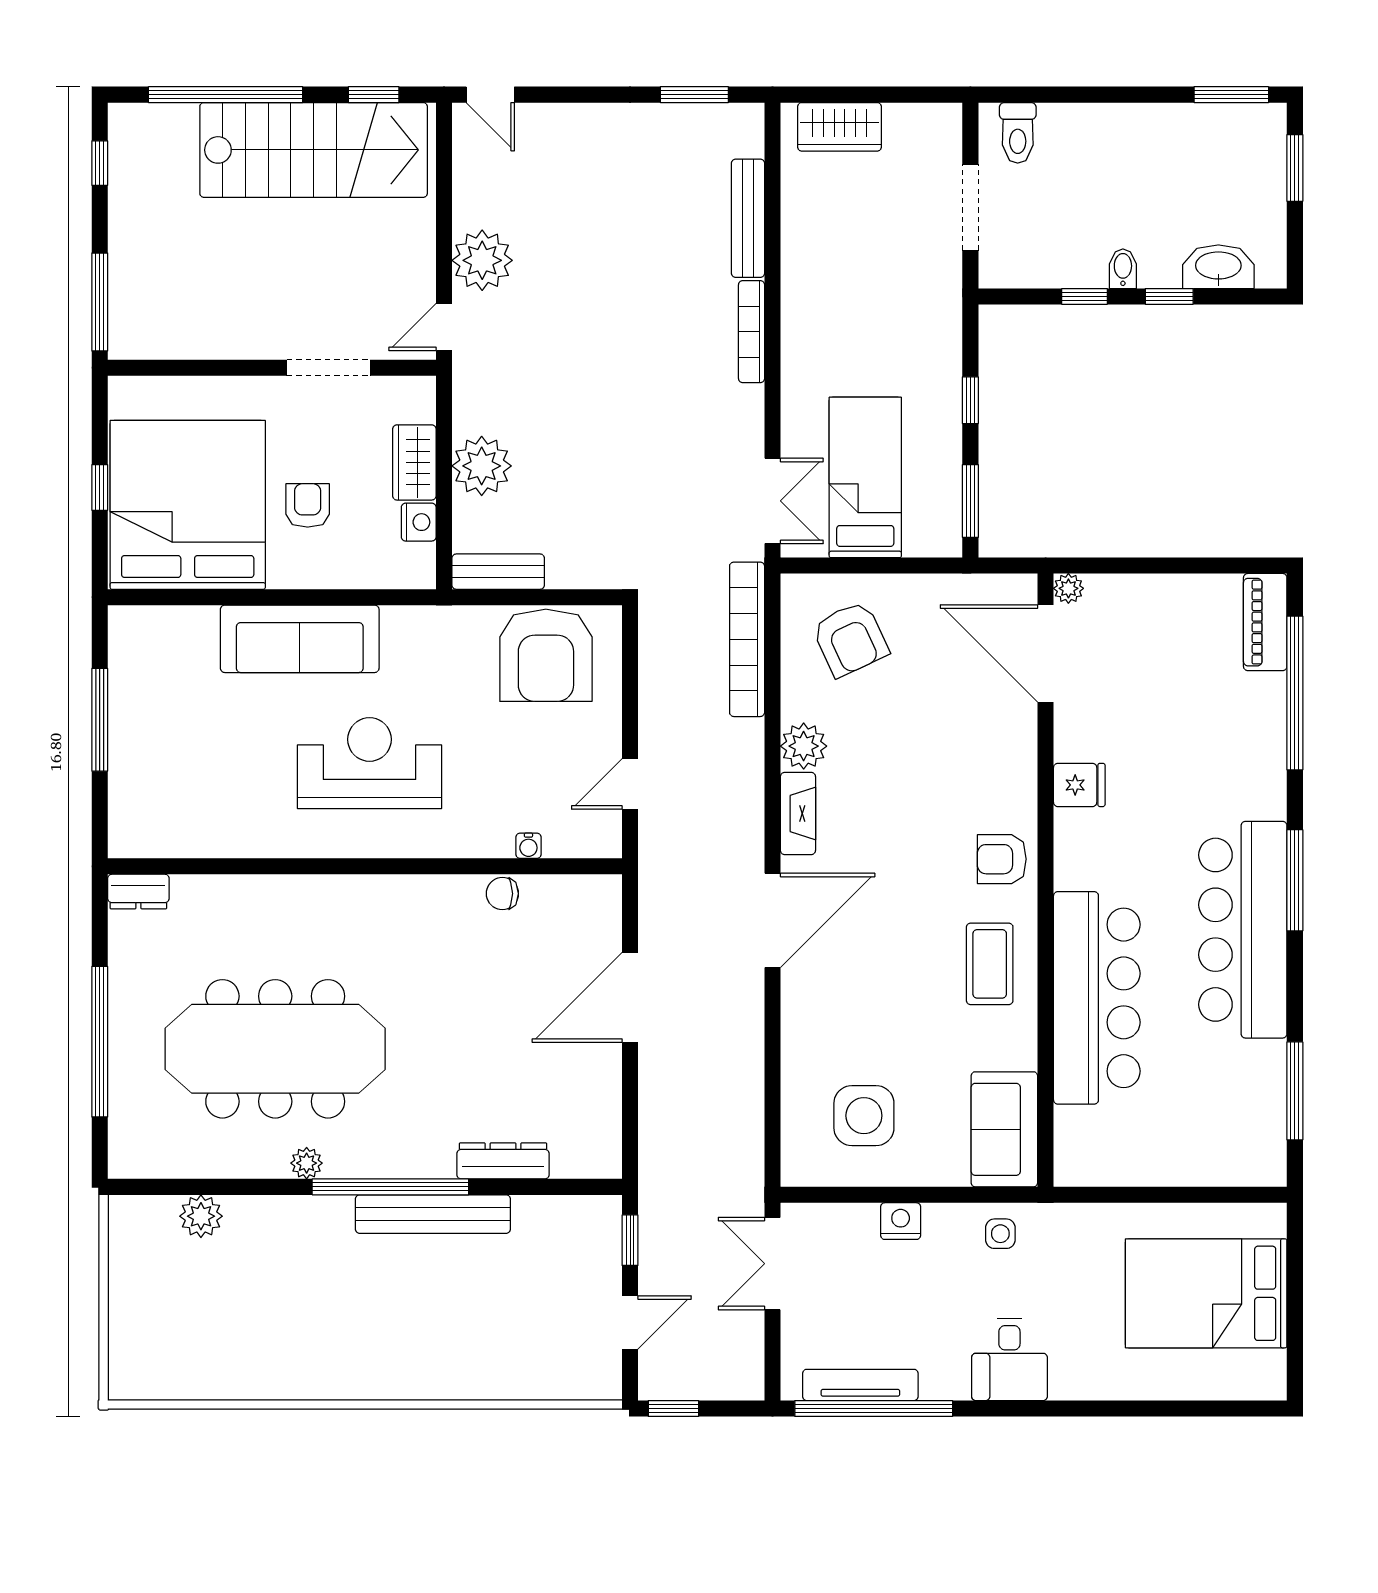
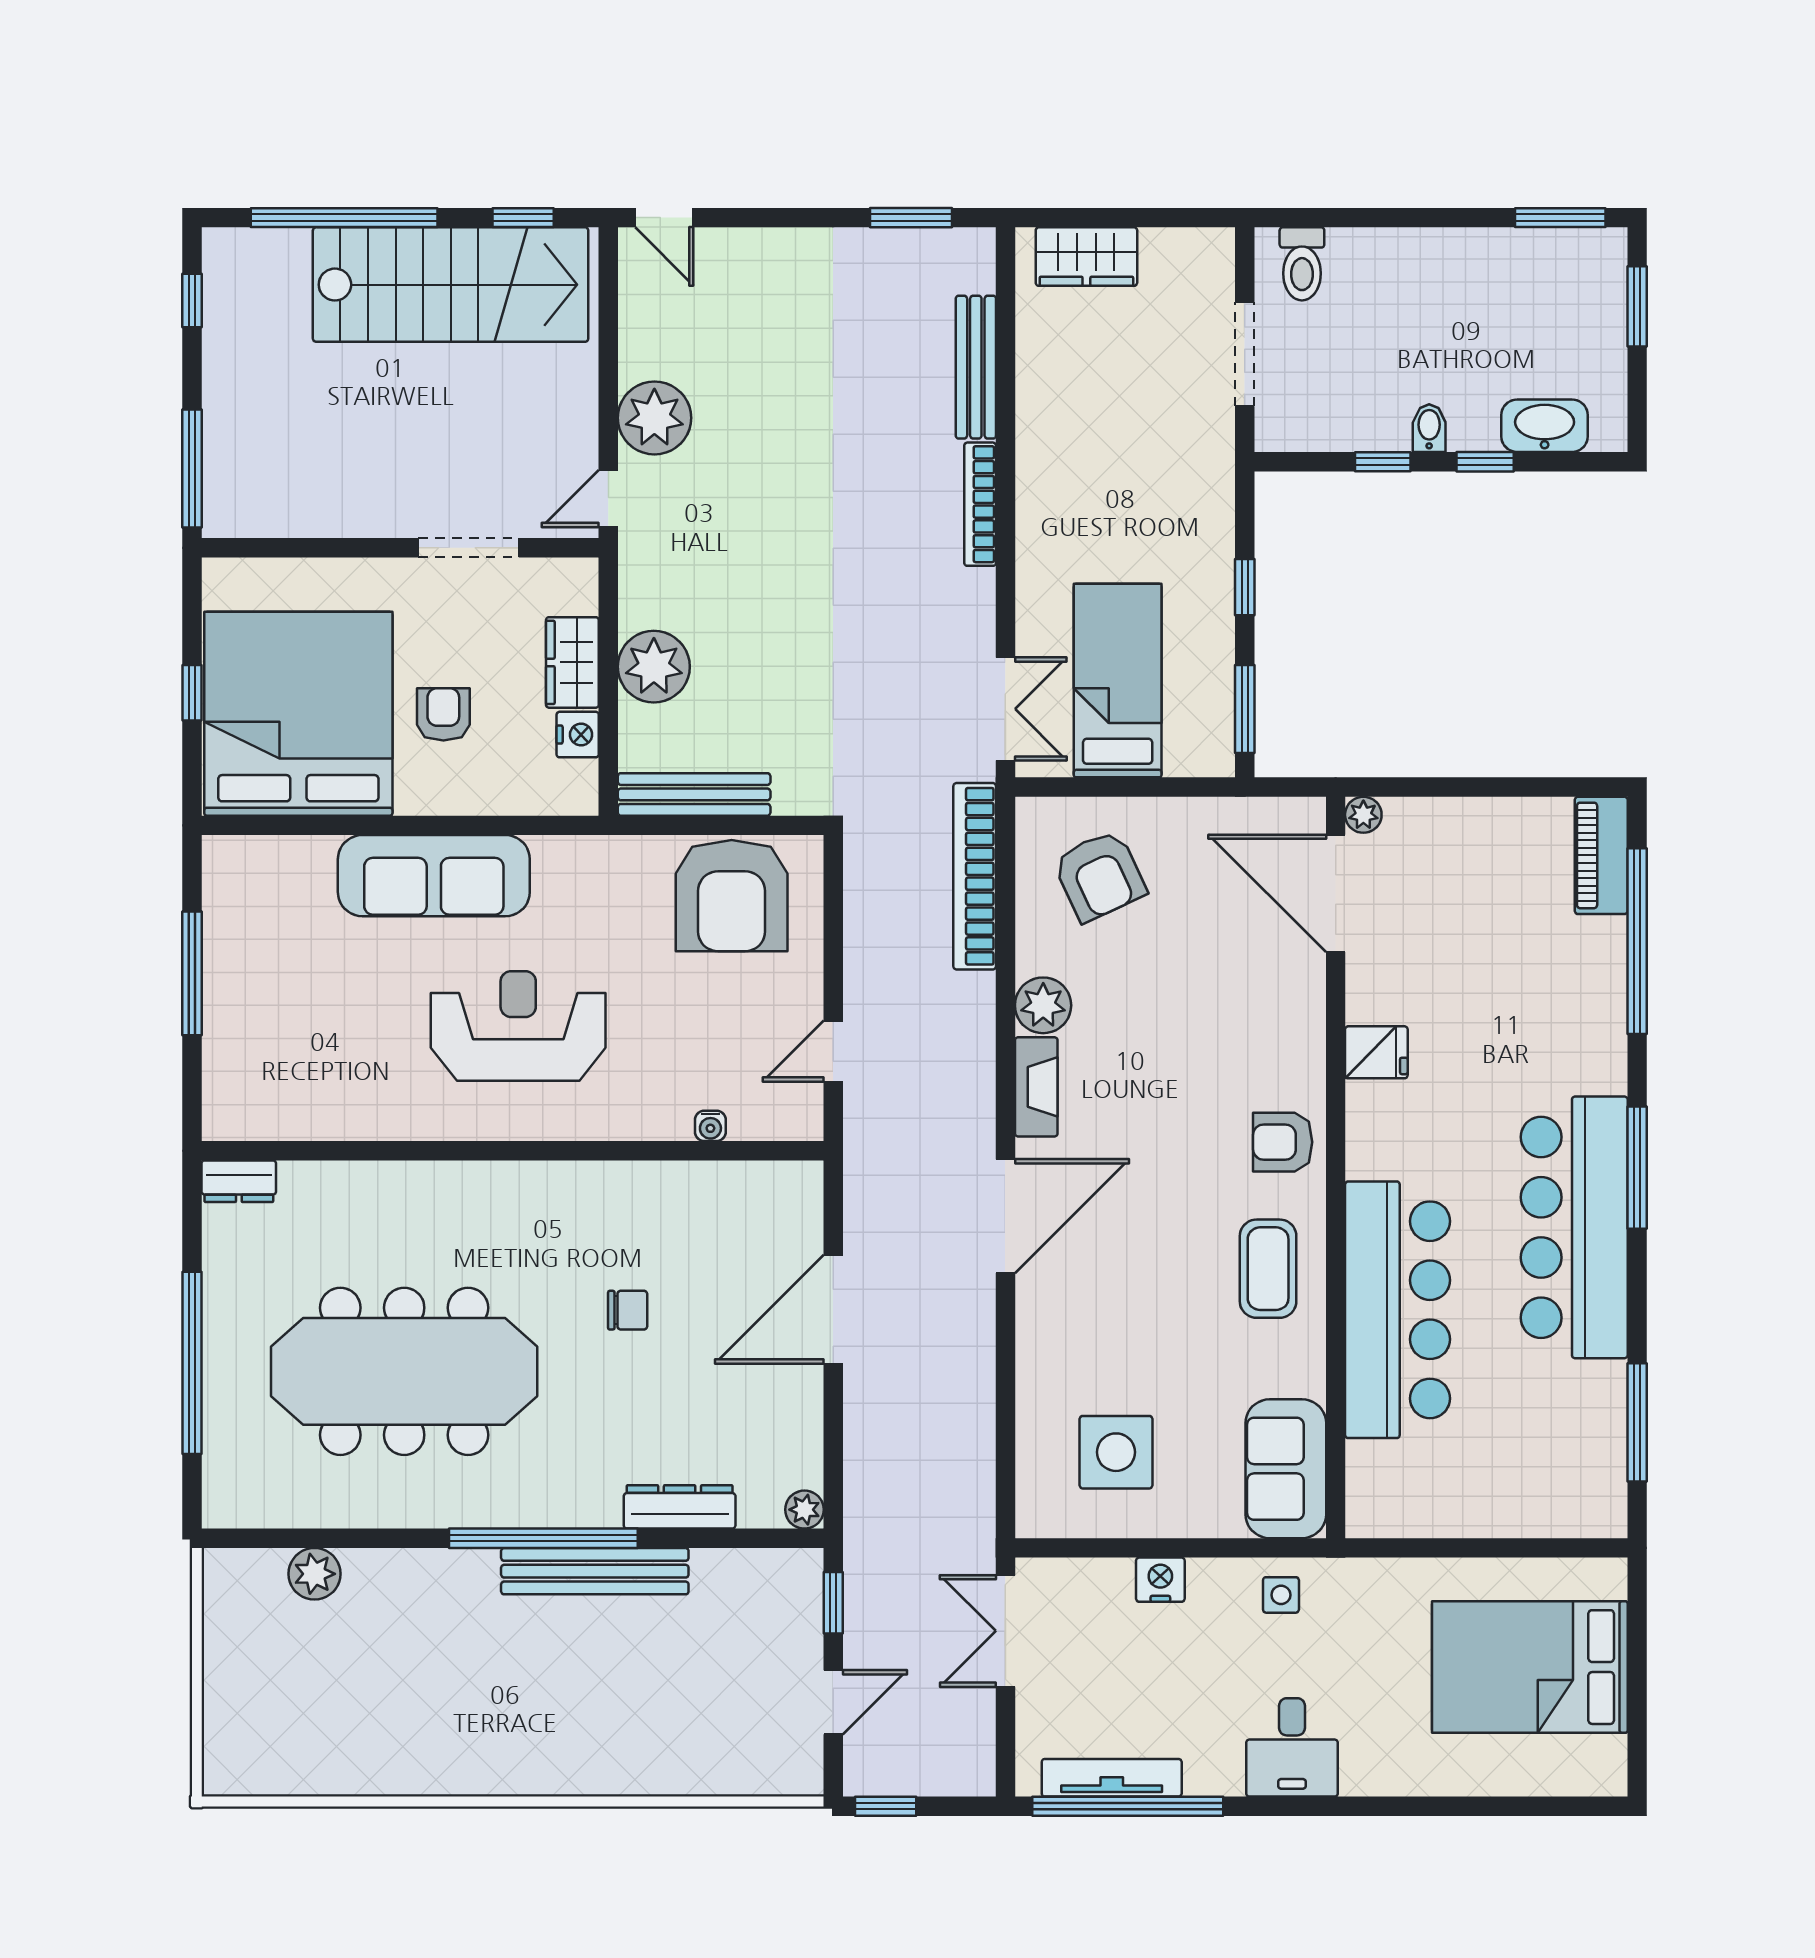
bench: (498, 572) -> (694, 794), width x1.36
chair: (502, 894) -> (628, 1310), moved, turned 180
plant: (307, 1163) -> (804, 1510), moved

